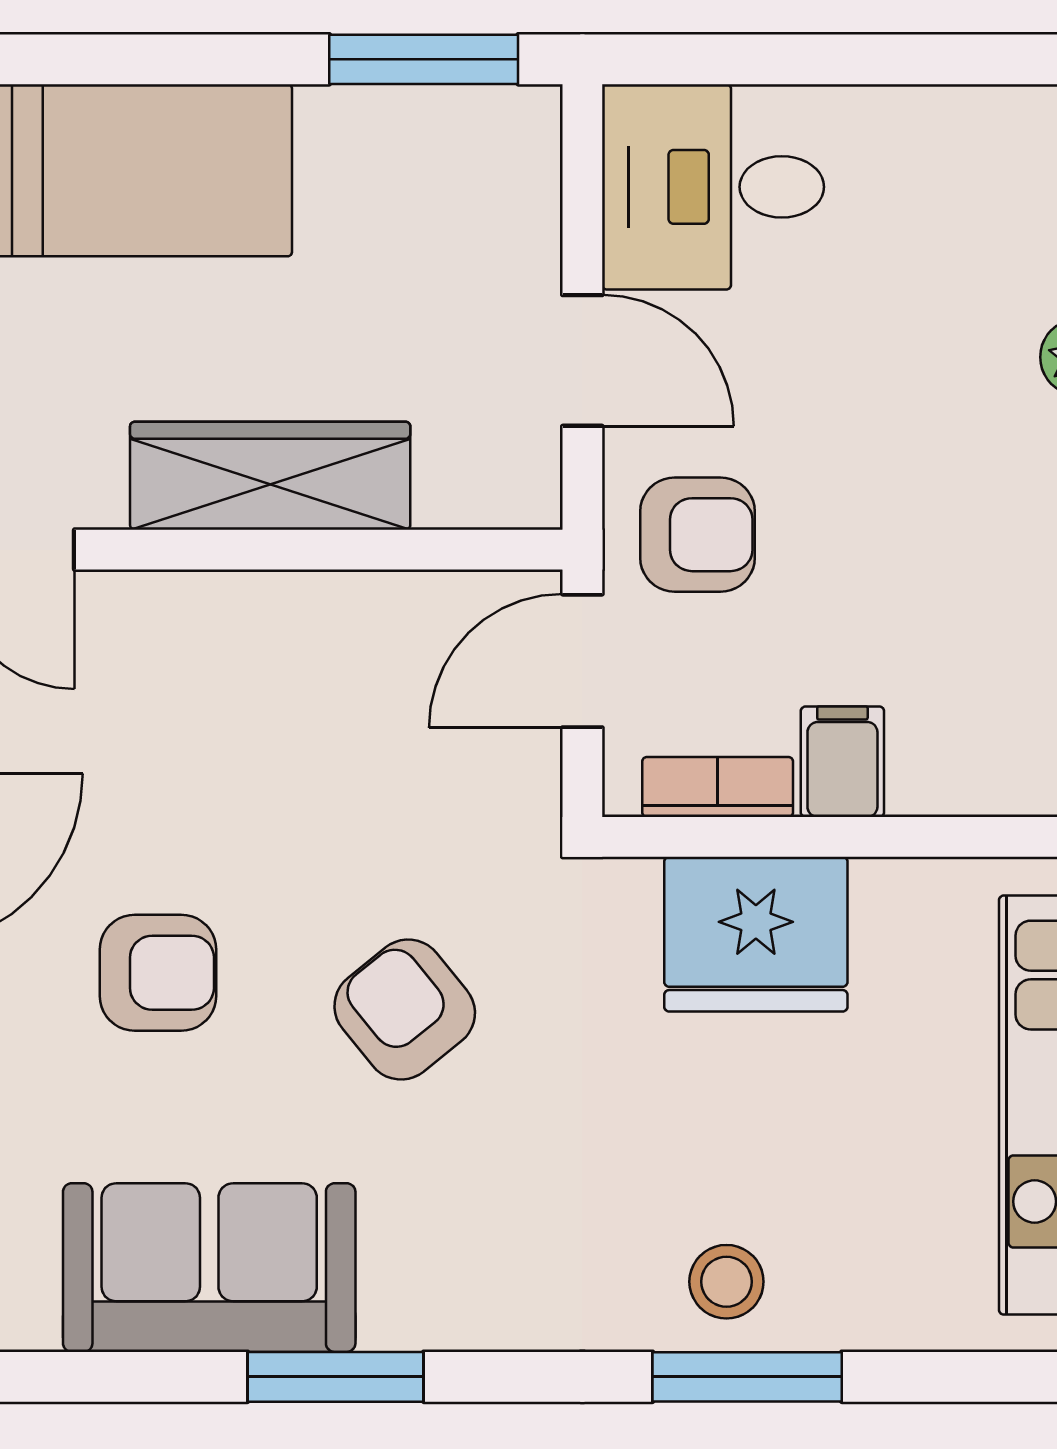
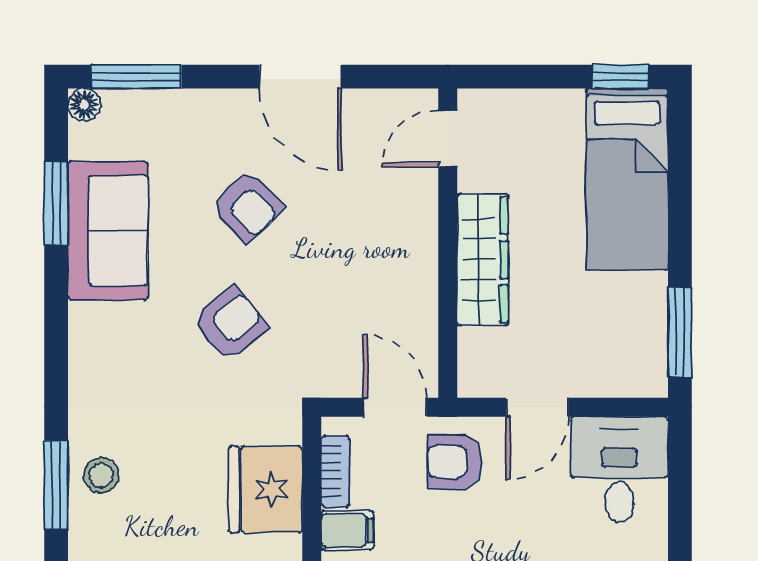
armchair: (698, 535) -> (455, 462), turned 90
armchair: (158, 973) -> (247, 206), turned -44
window: (336, 1377) -> (56, 203), moved

